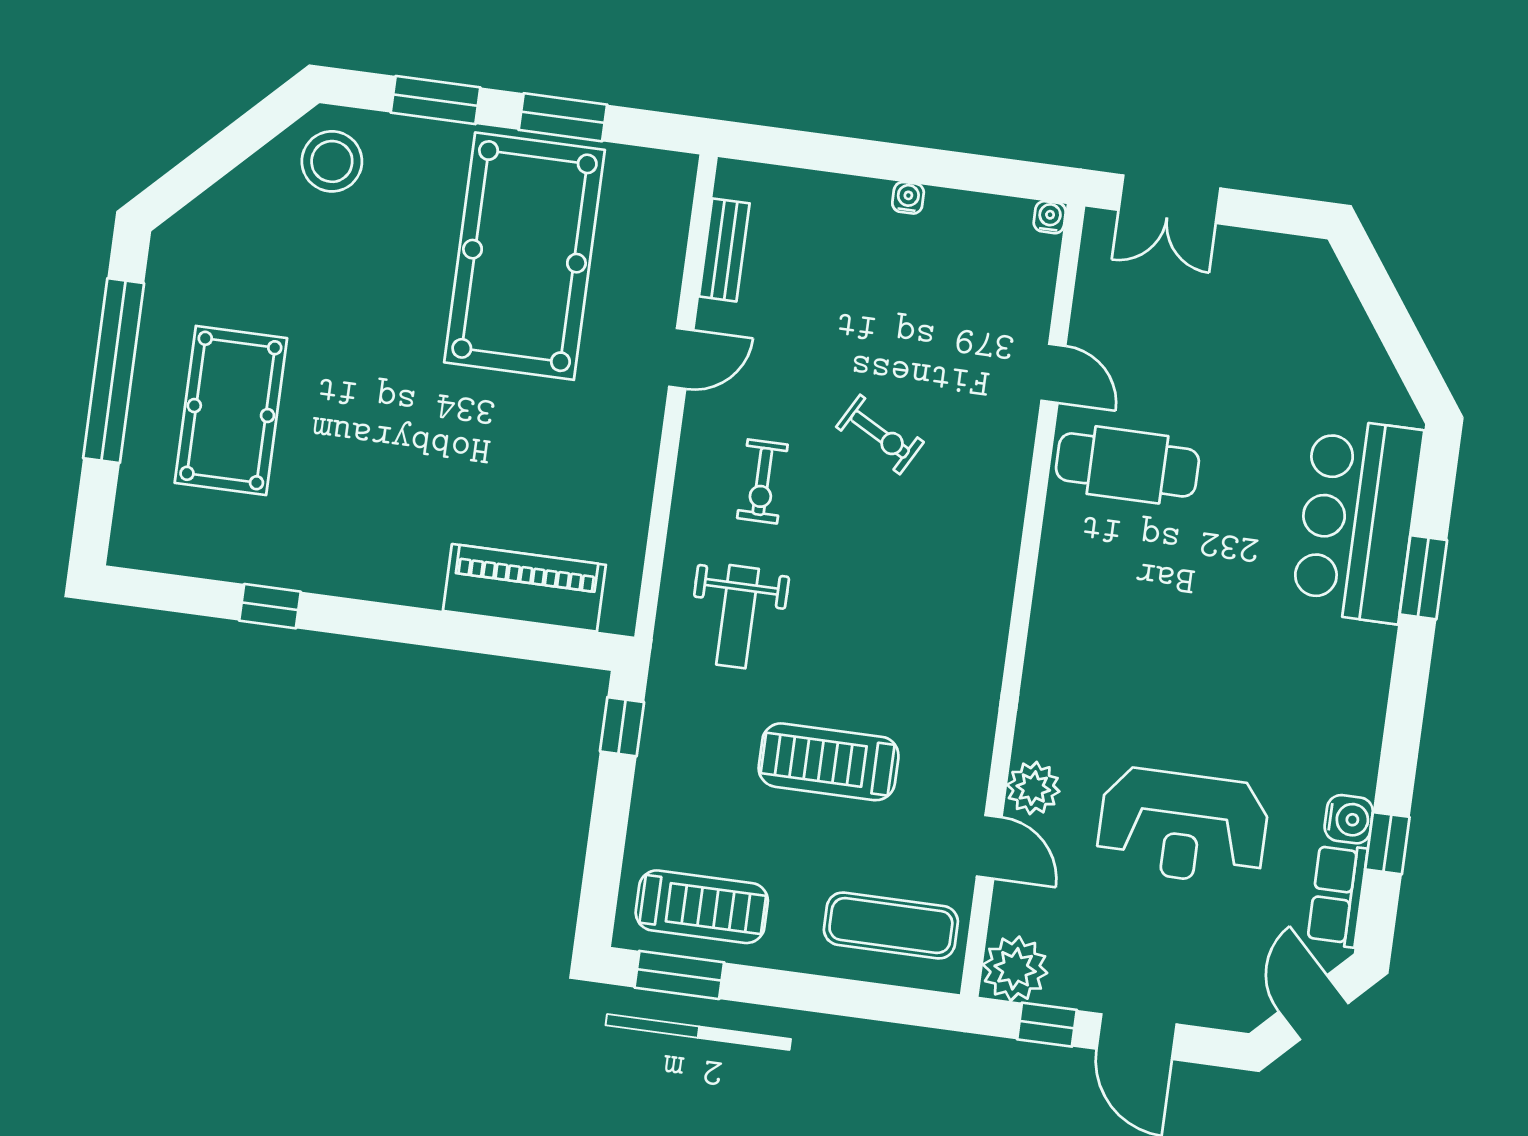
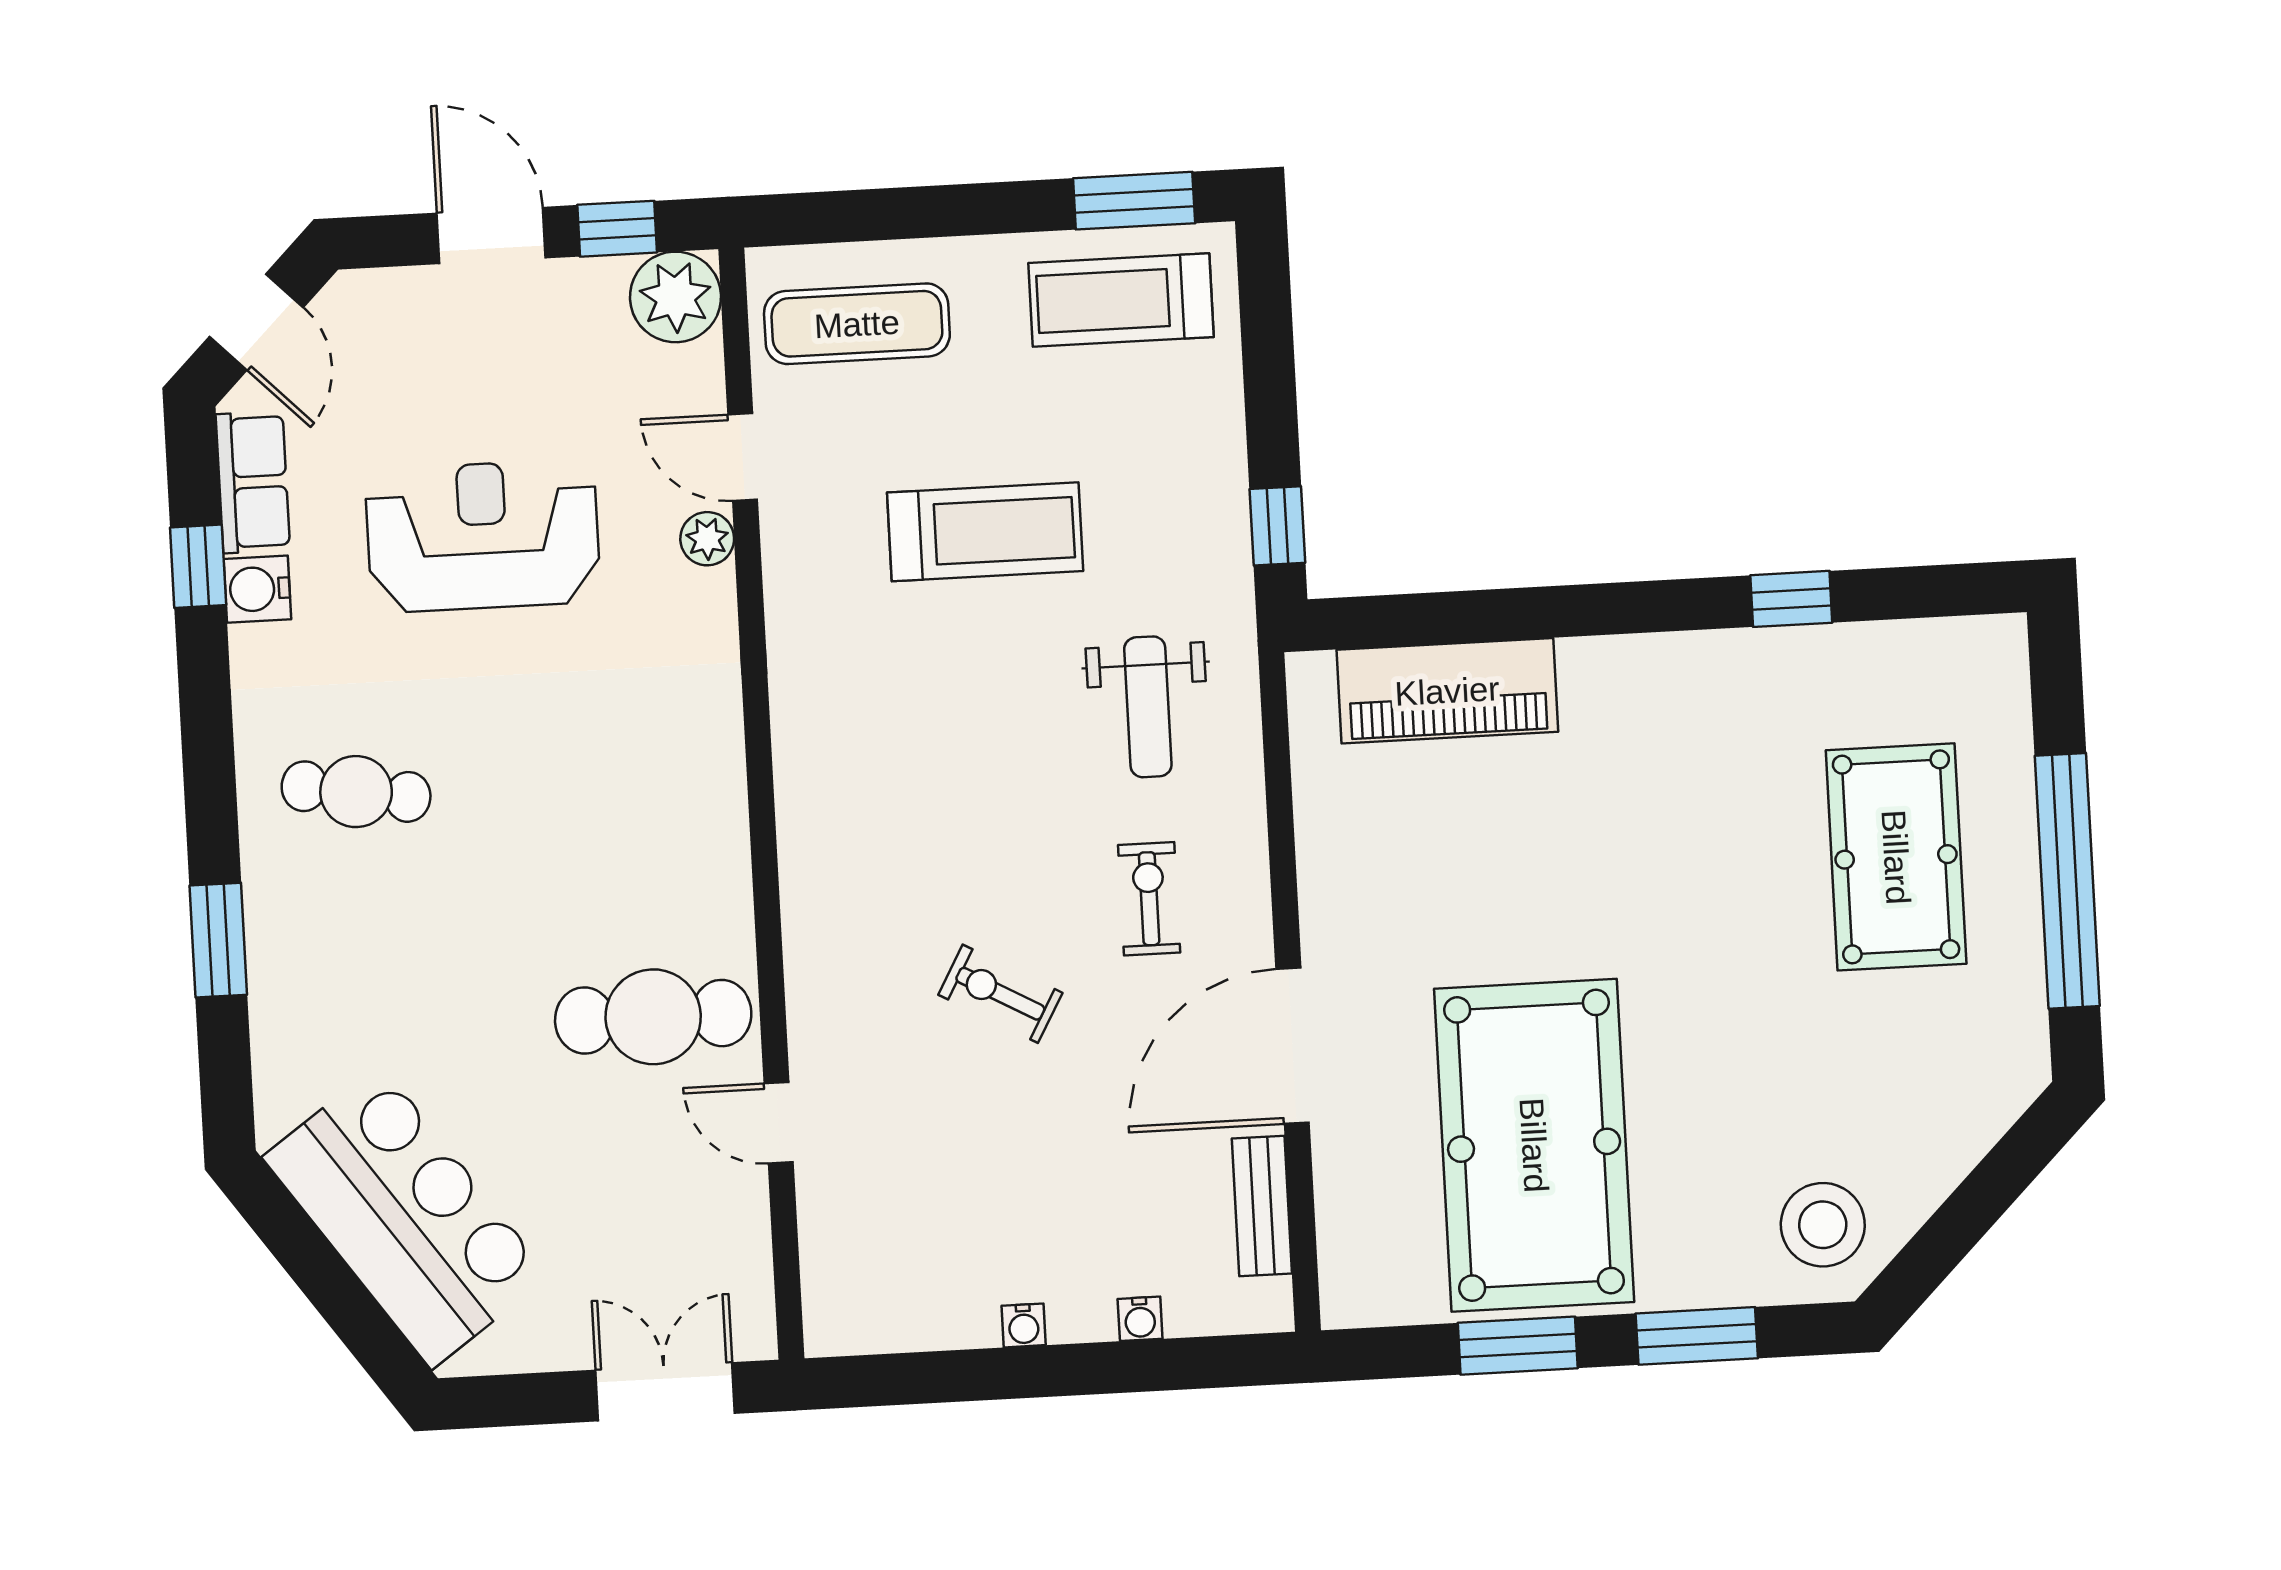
water cooler: (1050, 217) -> (1140, 1319), moved
door: (681, 359) -> (1293, 1046), width x1.87
bar counter: (1357, 520) -> (406, 1216), moved, turned -36
weight bench: (737, 617) -> (1148, 707), turned 180
cafe table: (1306, 663) -> (356, 792), added
plant: (1033, 788) -> (707, 539), width x0.73, depth x0.73

